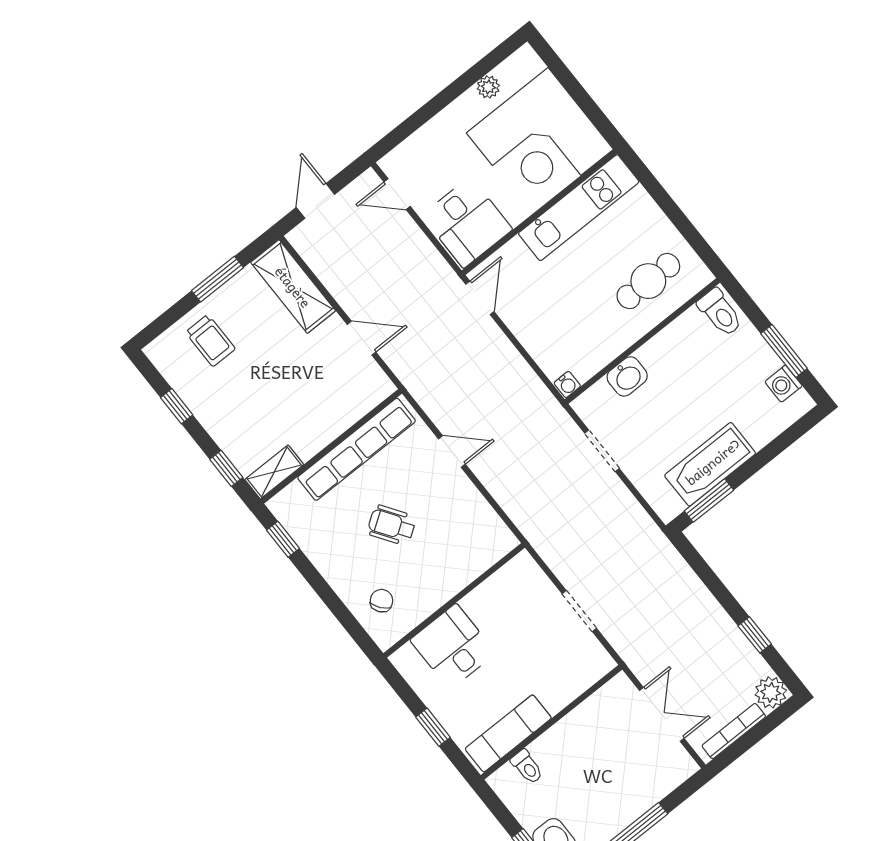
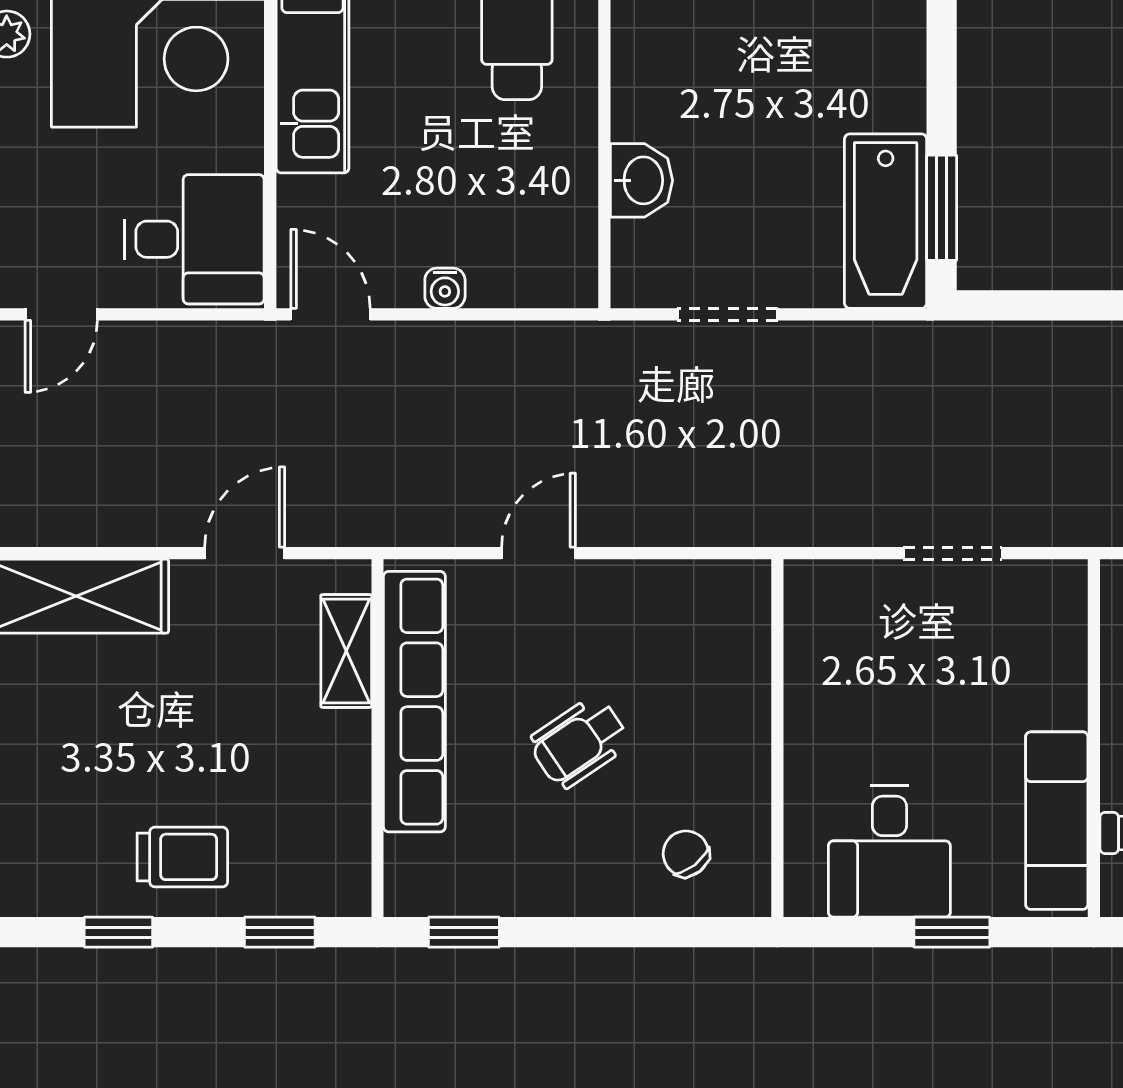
trolley: (210, 340) -> (182, 857), moved
water cooler: (567, 384) -> (445, 288), moved, turned 90
bathtub: (710, 464) -> (886, 221), moved
shelving: (274, 472) -> (346, 651), moved
desk: (453, 647) -> (889, 851), moved, turned -90

